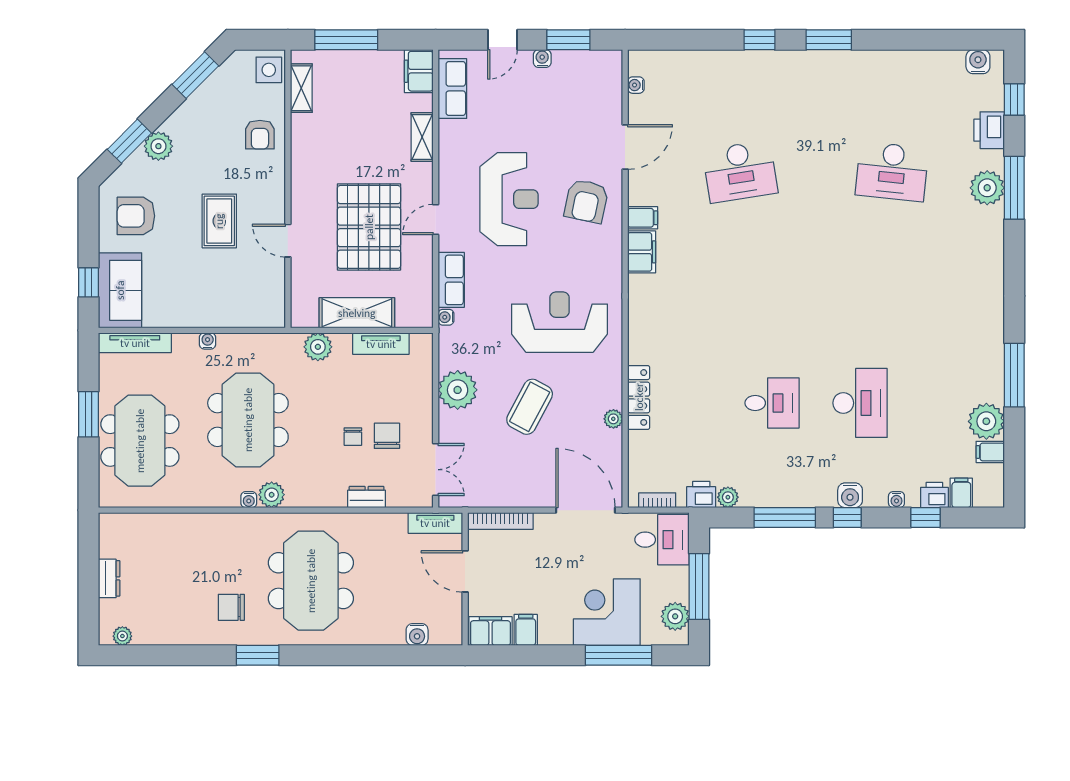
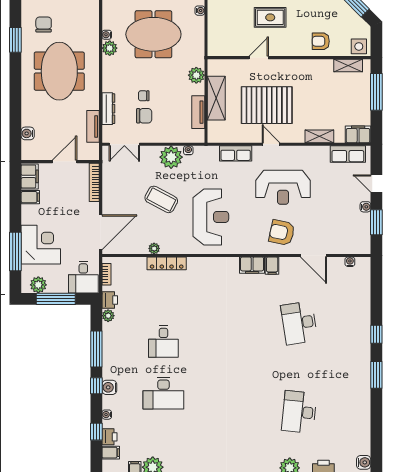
water cooler: (446, 317) -> (188, 150), moved
dresser: (367, 497) -> (108, 109), width x1.44
tv unit: (435, 523) -> (93, 126), moved
meeting table: (311, 581) -> (59, 71), turned 90

